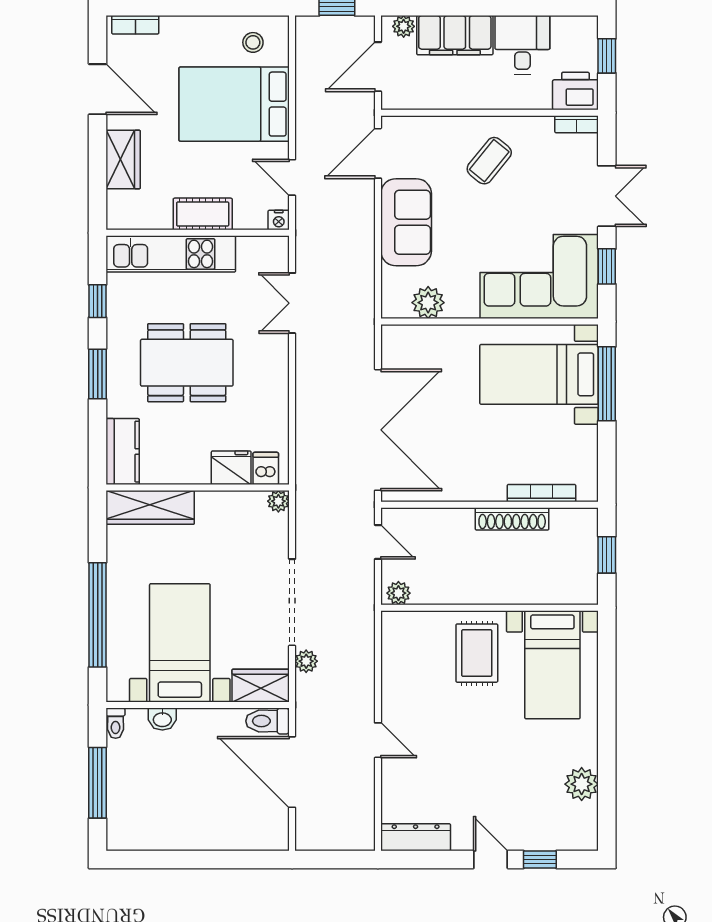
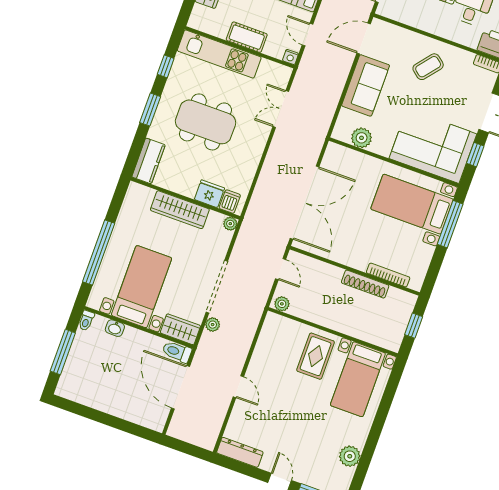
wardrobe: (150, 507) -> (180, 210), moved

